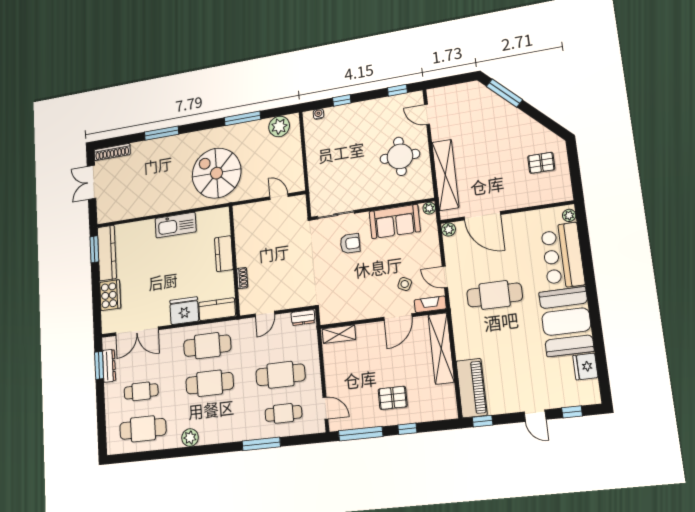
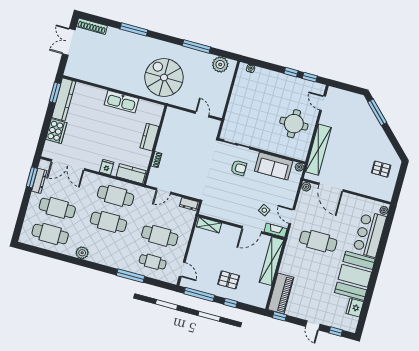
window: (342, 100) -> (291, 72), moved
fridge: (184, 311) -> (107, 167), width x0.53, depth x0.75
cafe table: (141, 391) -> (57, 208), width x1.37, depth x1.35

